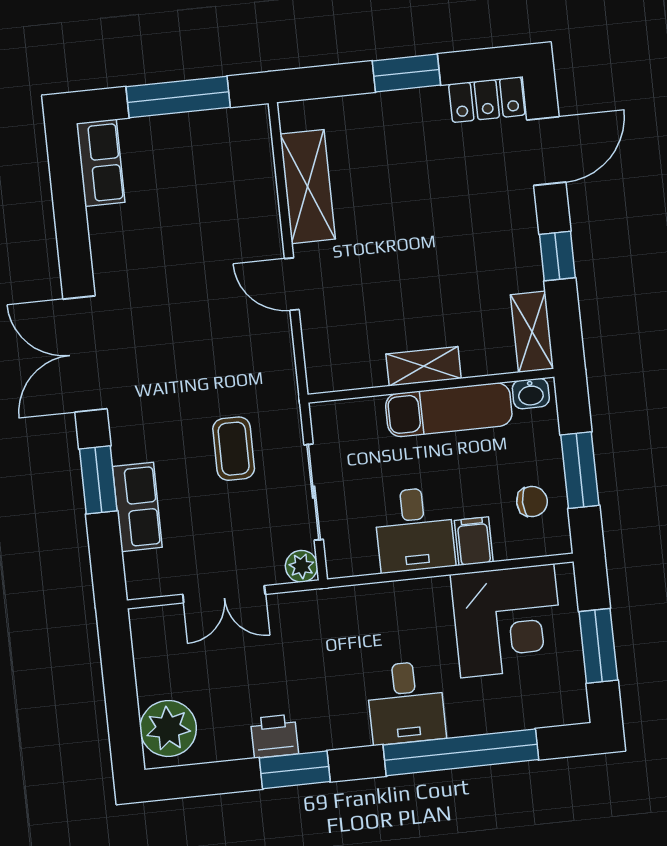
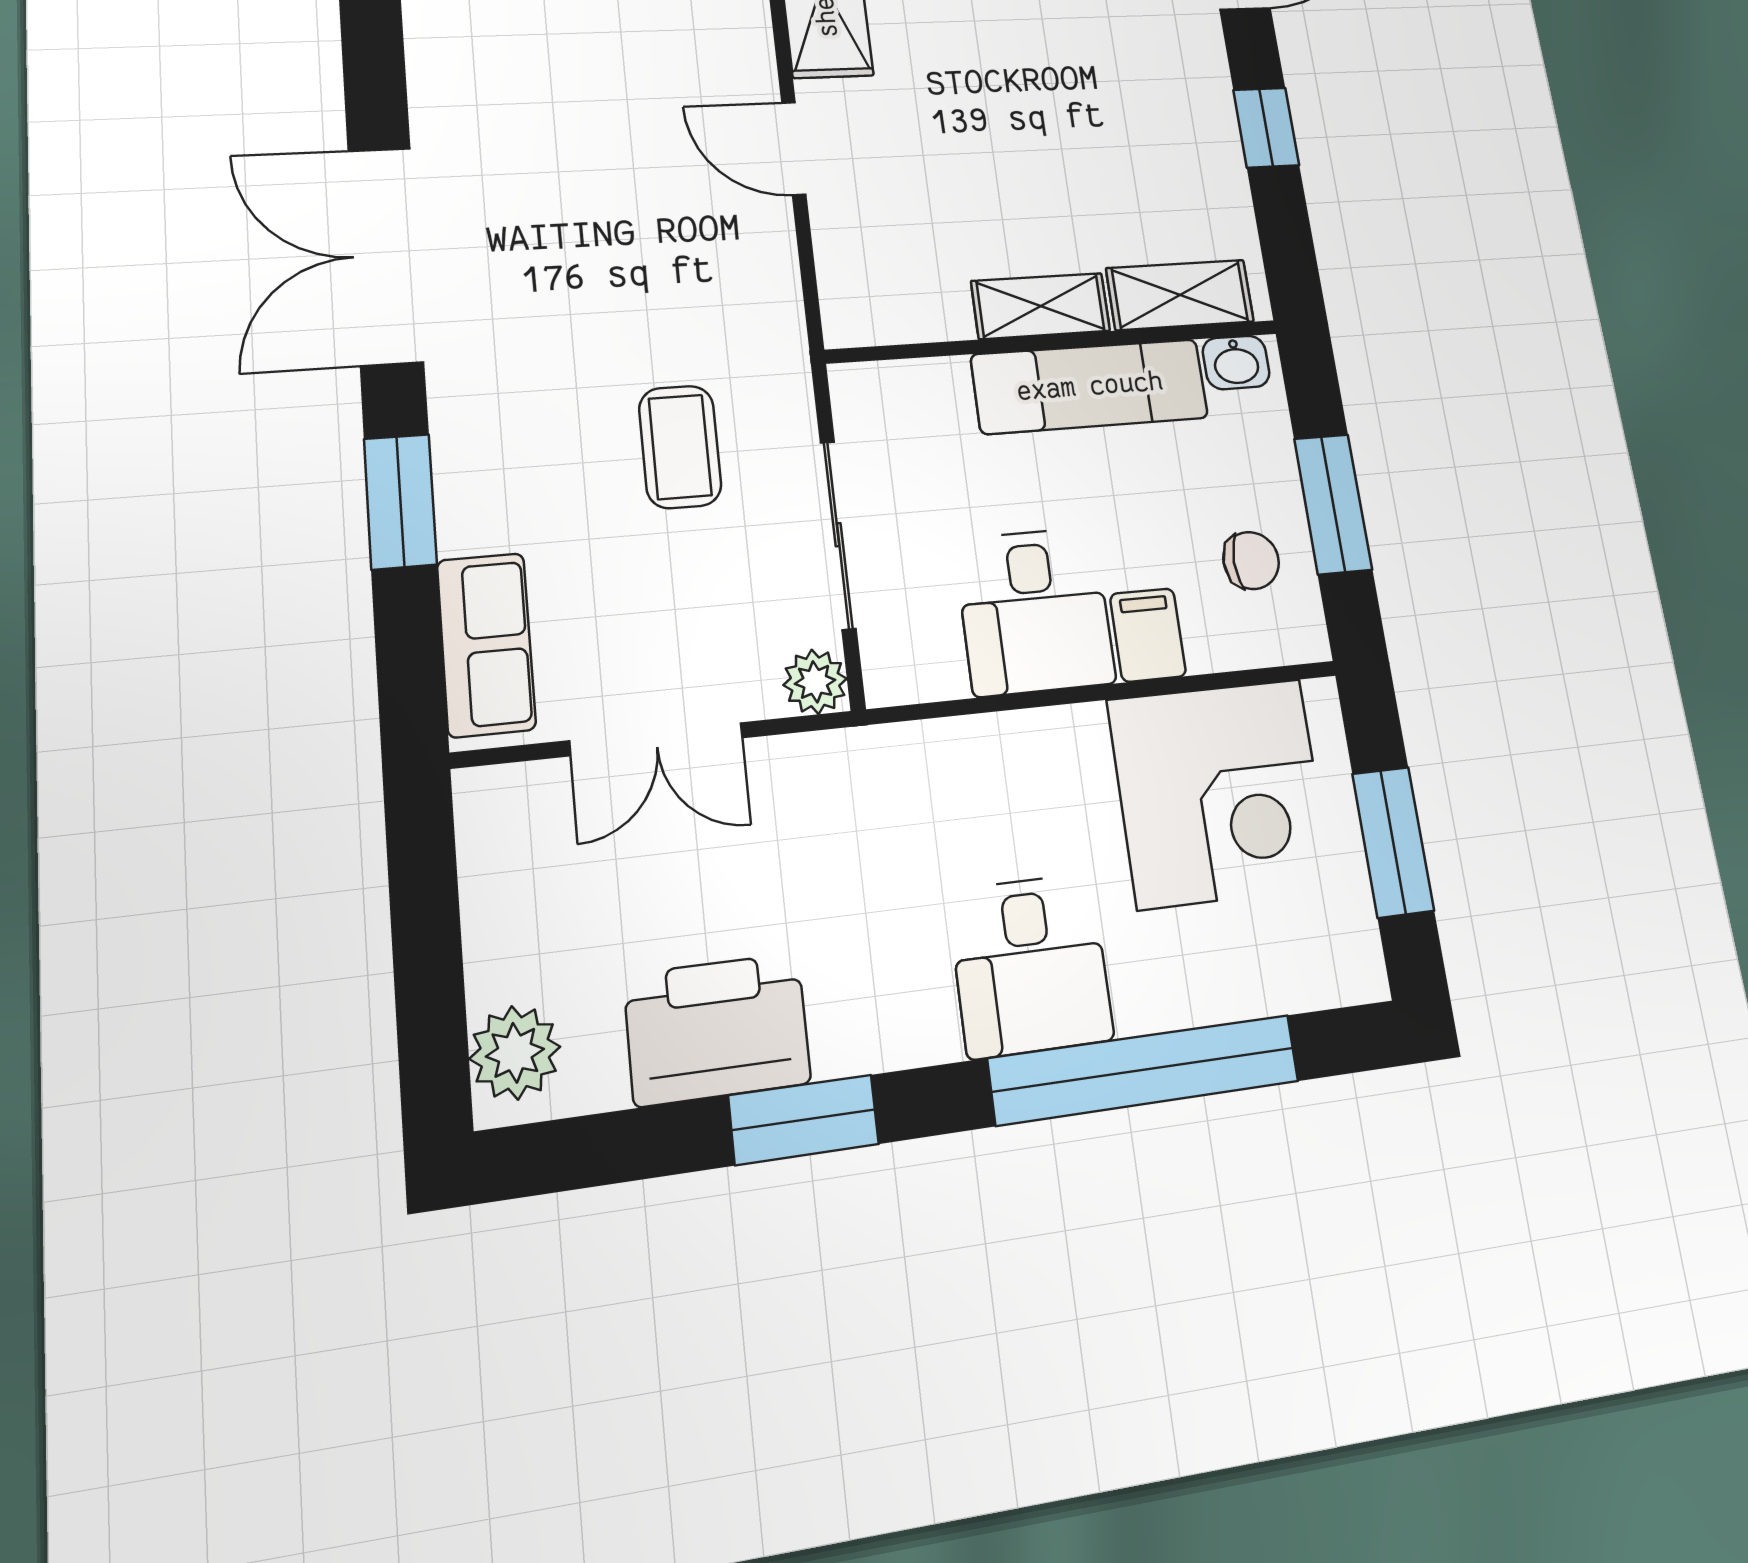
shelving: (532, 332) -> (1180, 295), moved, turned 90
row of seats: (137, 507) -> (486, 644), moved
plant: (168, 728) -> (515, 1053), width x0.73, depth x0.73
printer: (274, 736) -> (717, 1029), width x1.87, depth x1.48

